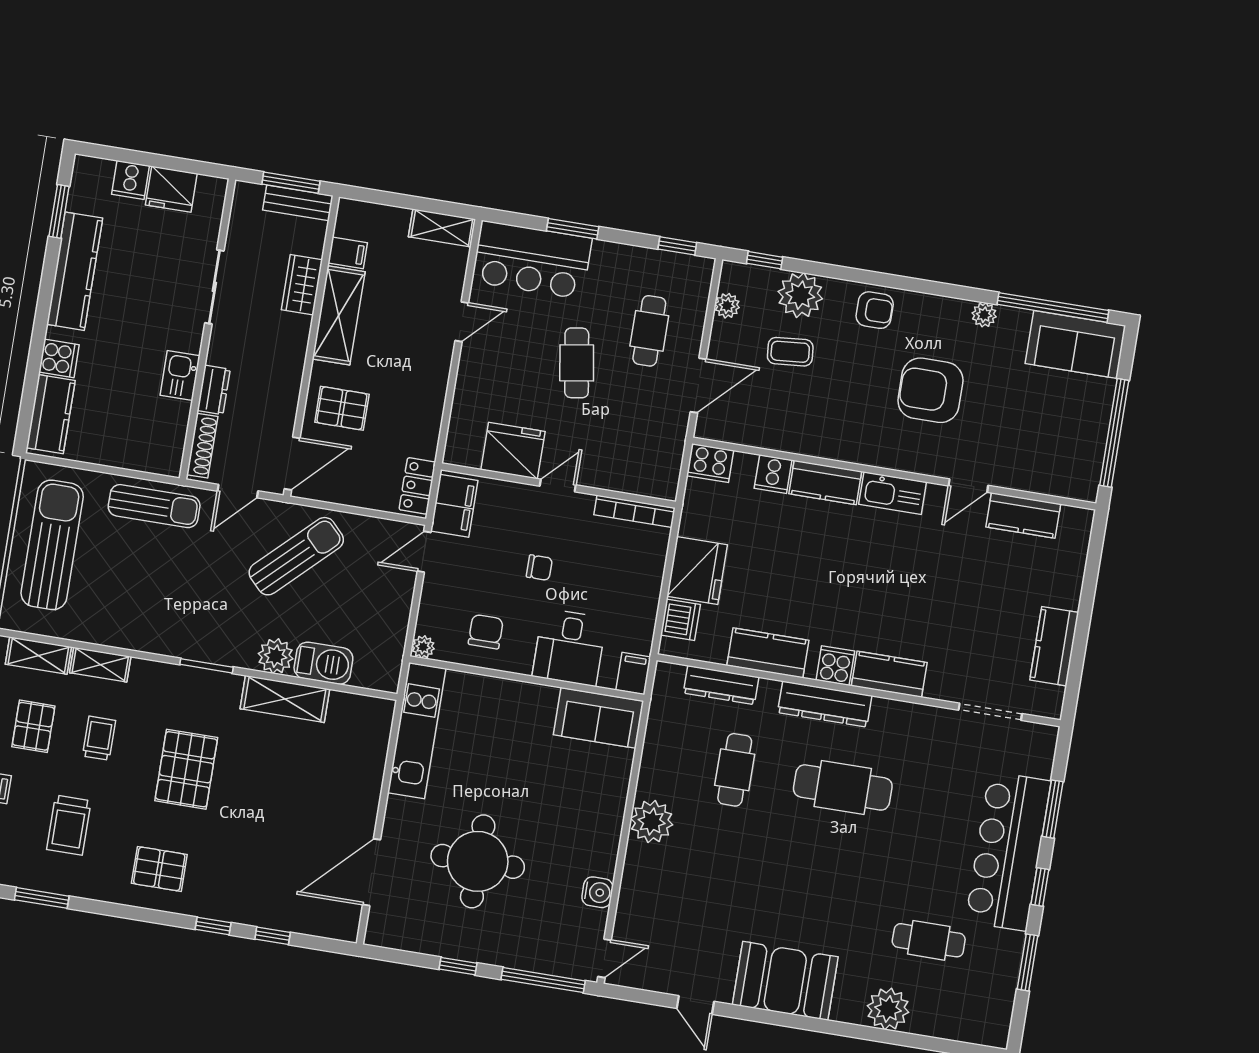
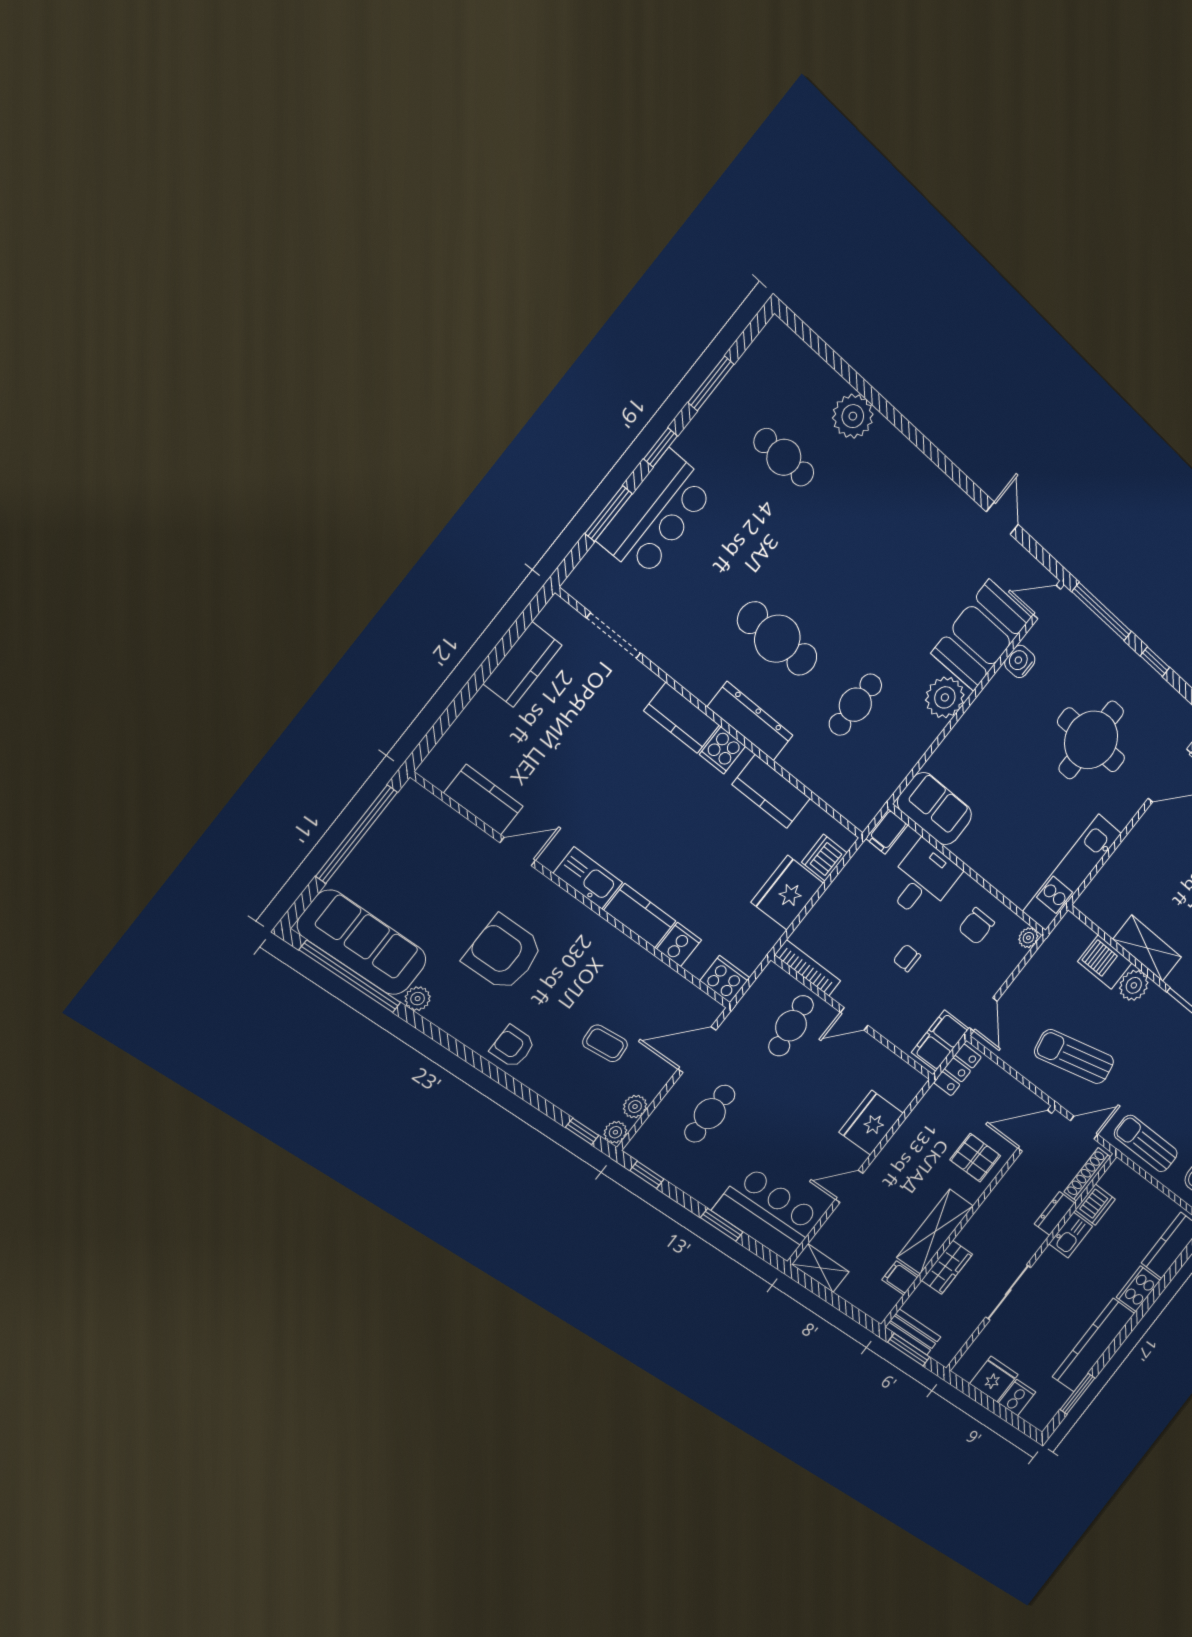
plant: (800, 295) -> (615, 1132), moved, width x0.53, depth x0.53
sofa: (1075, 345) -> (362, 943), width x1.36
cooker: (59, 358) -> (1138, 1289), width x1.36
cafe table: (577, 363) -> (791, 1026), moved
armchair: (930, 390) -> (504, 953), turned 180
dishwasher: (172, 419) -> (1095, 1205), added
fridge: (513, 451) -> (871, 1123), moved, turned 90
door: (424, 552) -> (983, 1014), hinge flipped
sun lounger: (296, 556) -> (1074, 1057), turned 32
dresser: (721, 685) -> (824, 784), removed
bar counter: (1008, 851) -> (657, 515), width x0.73
booth: (785, 981) -> (981, 635), moved, turned 90

